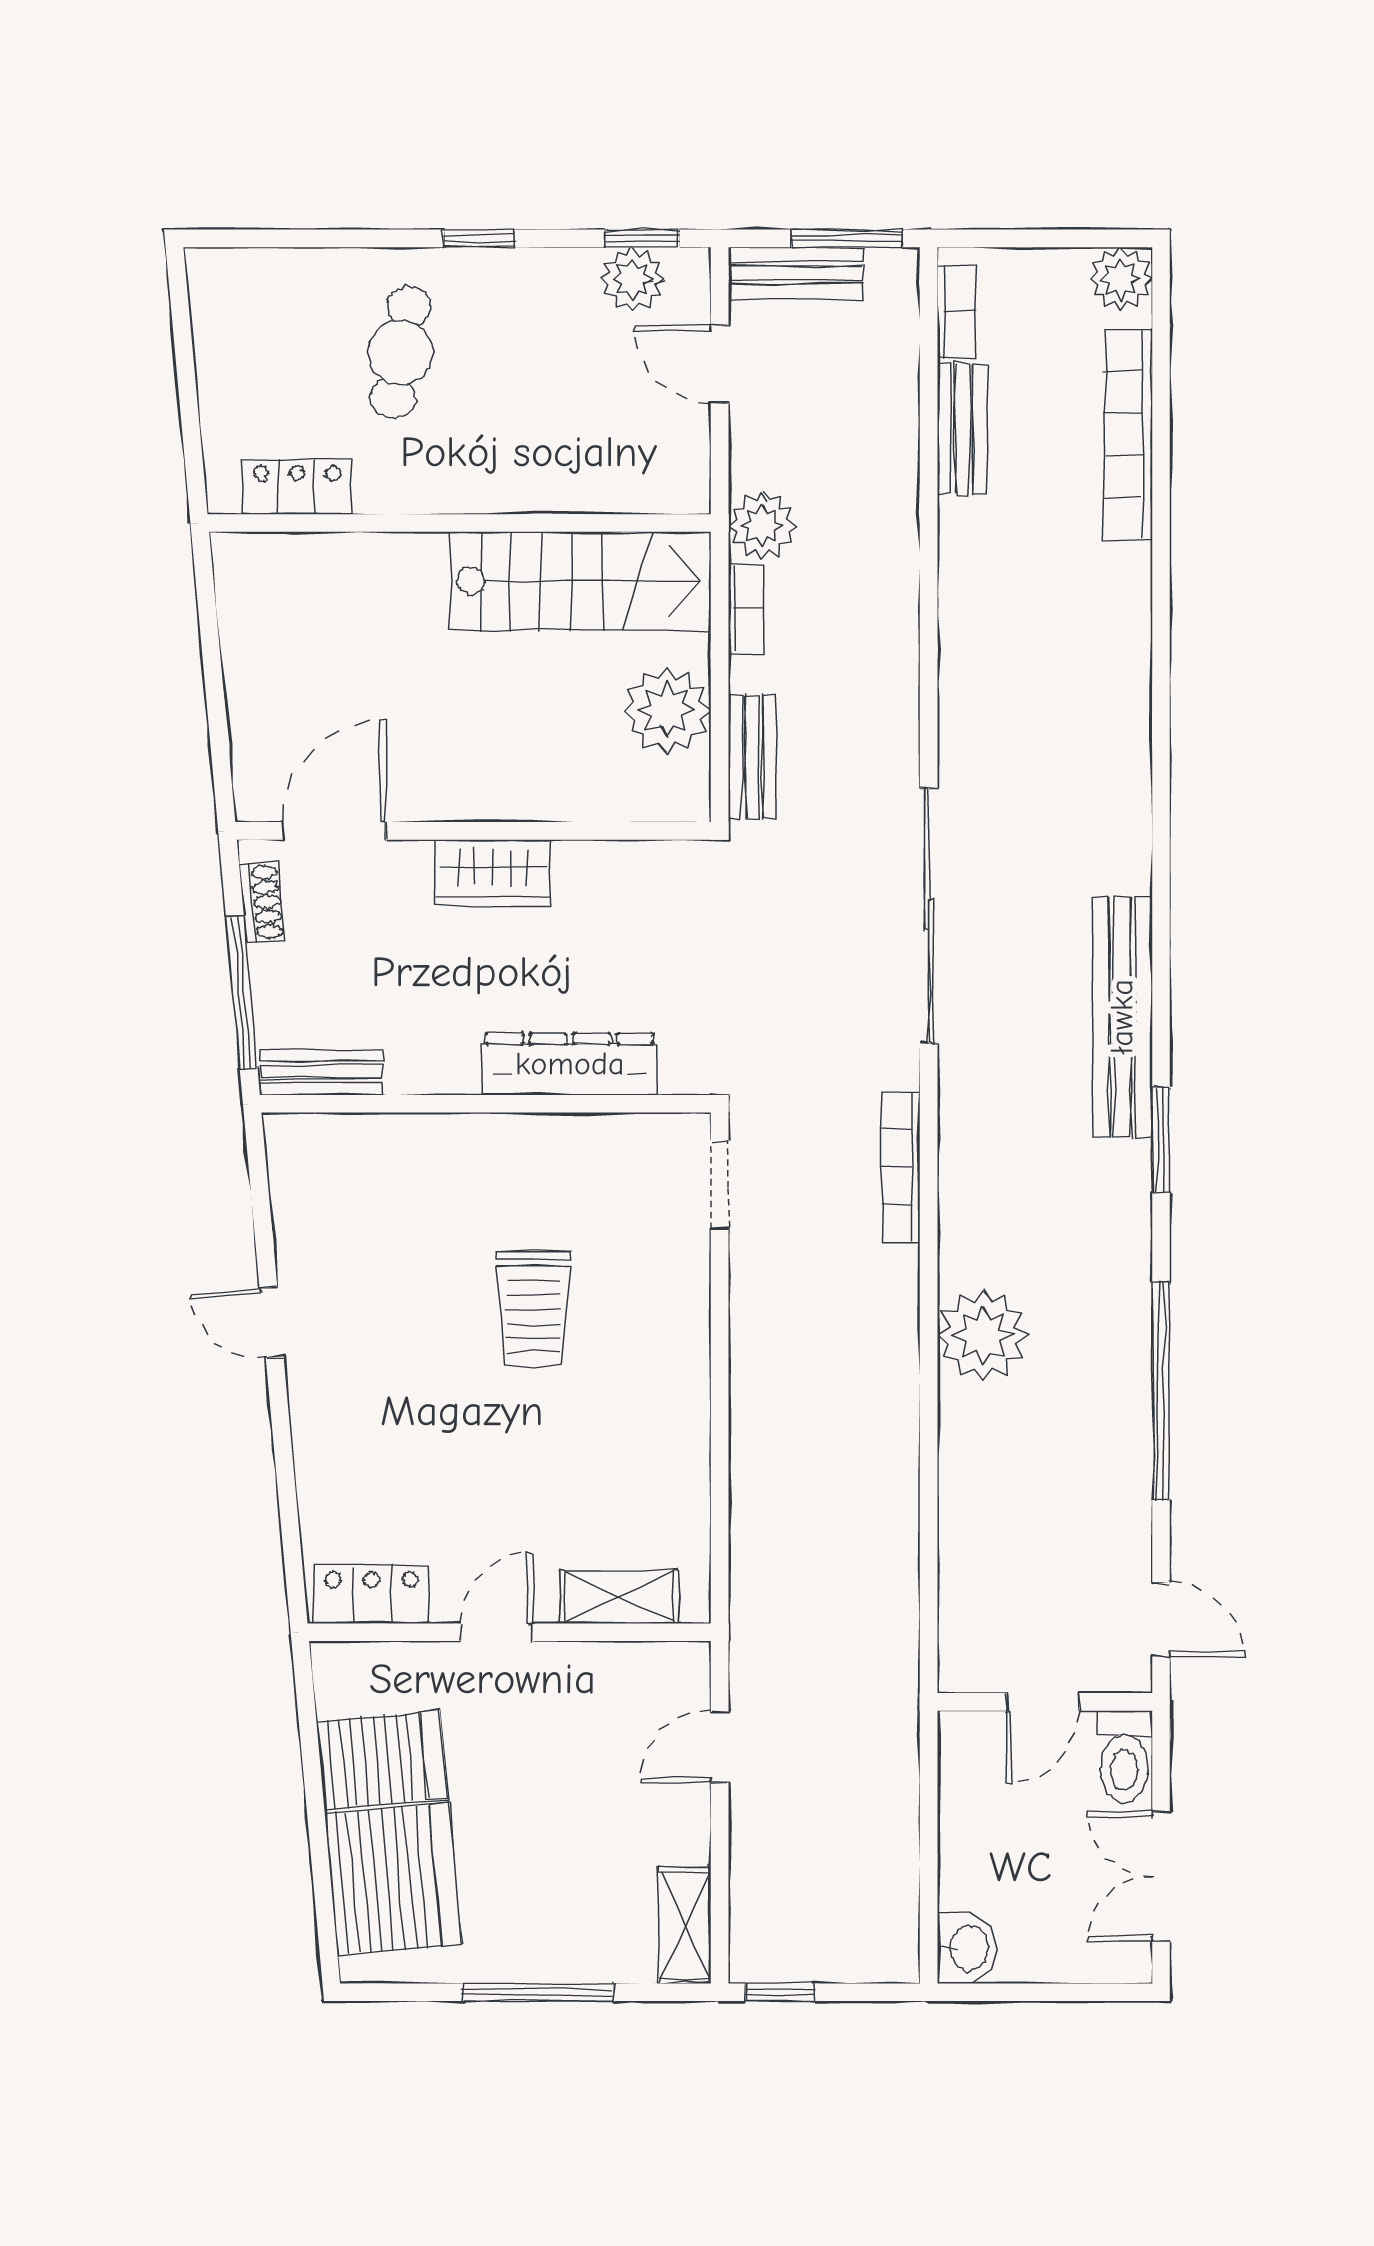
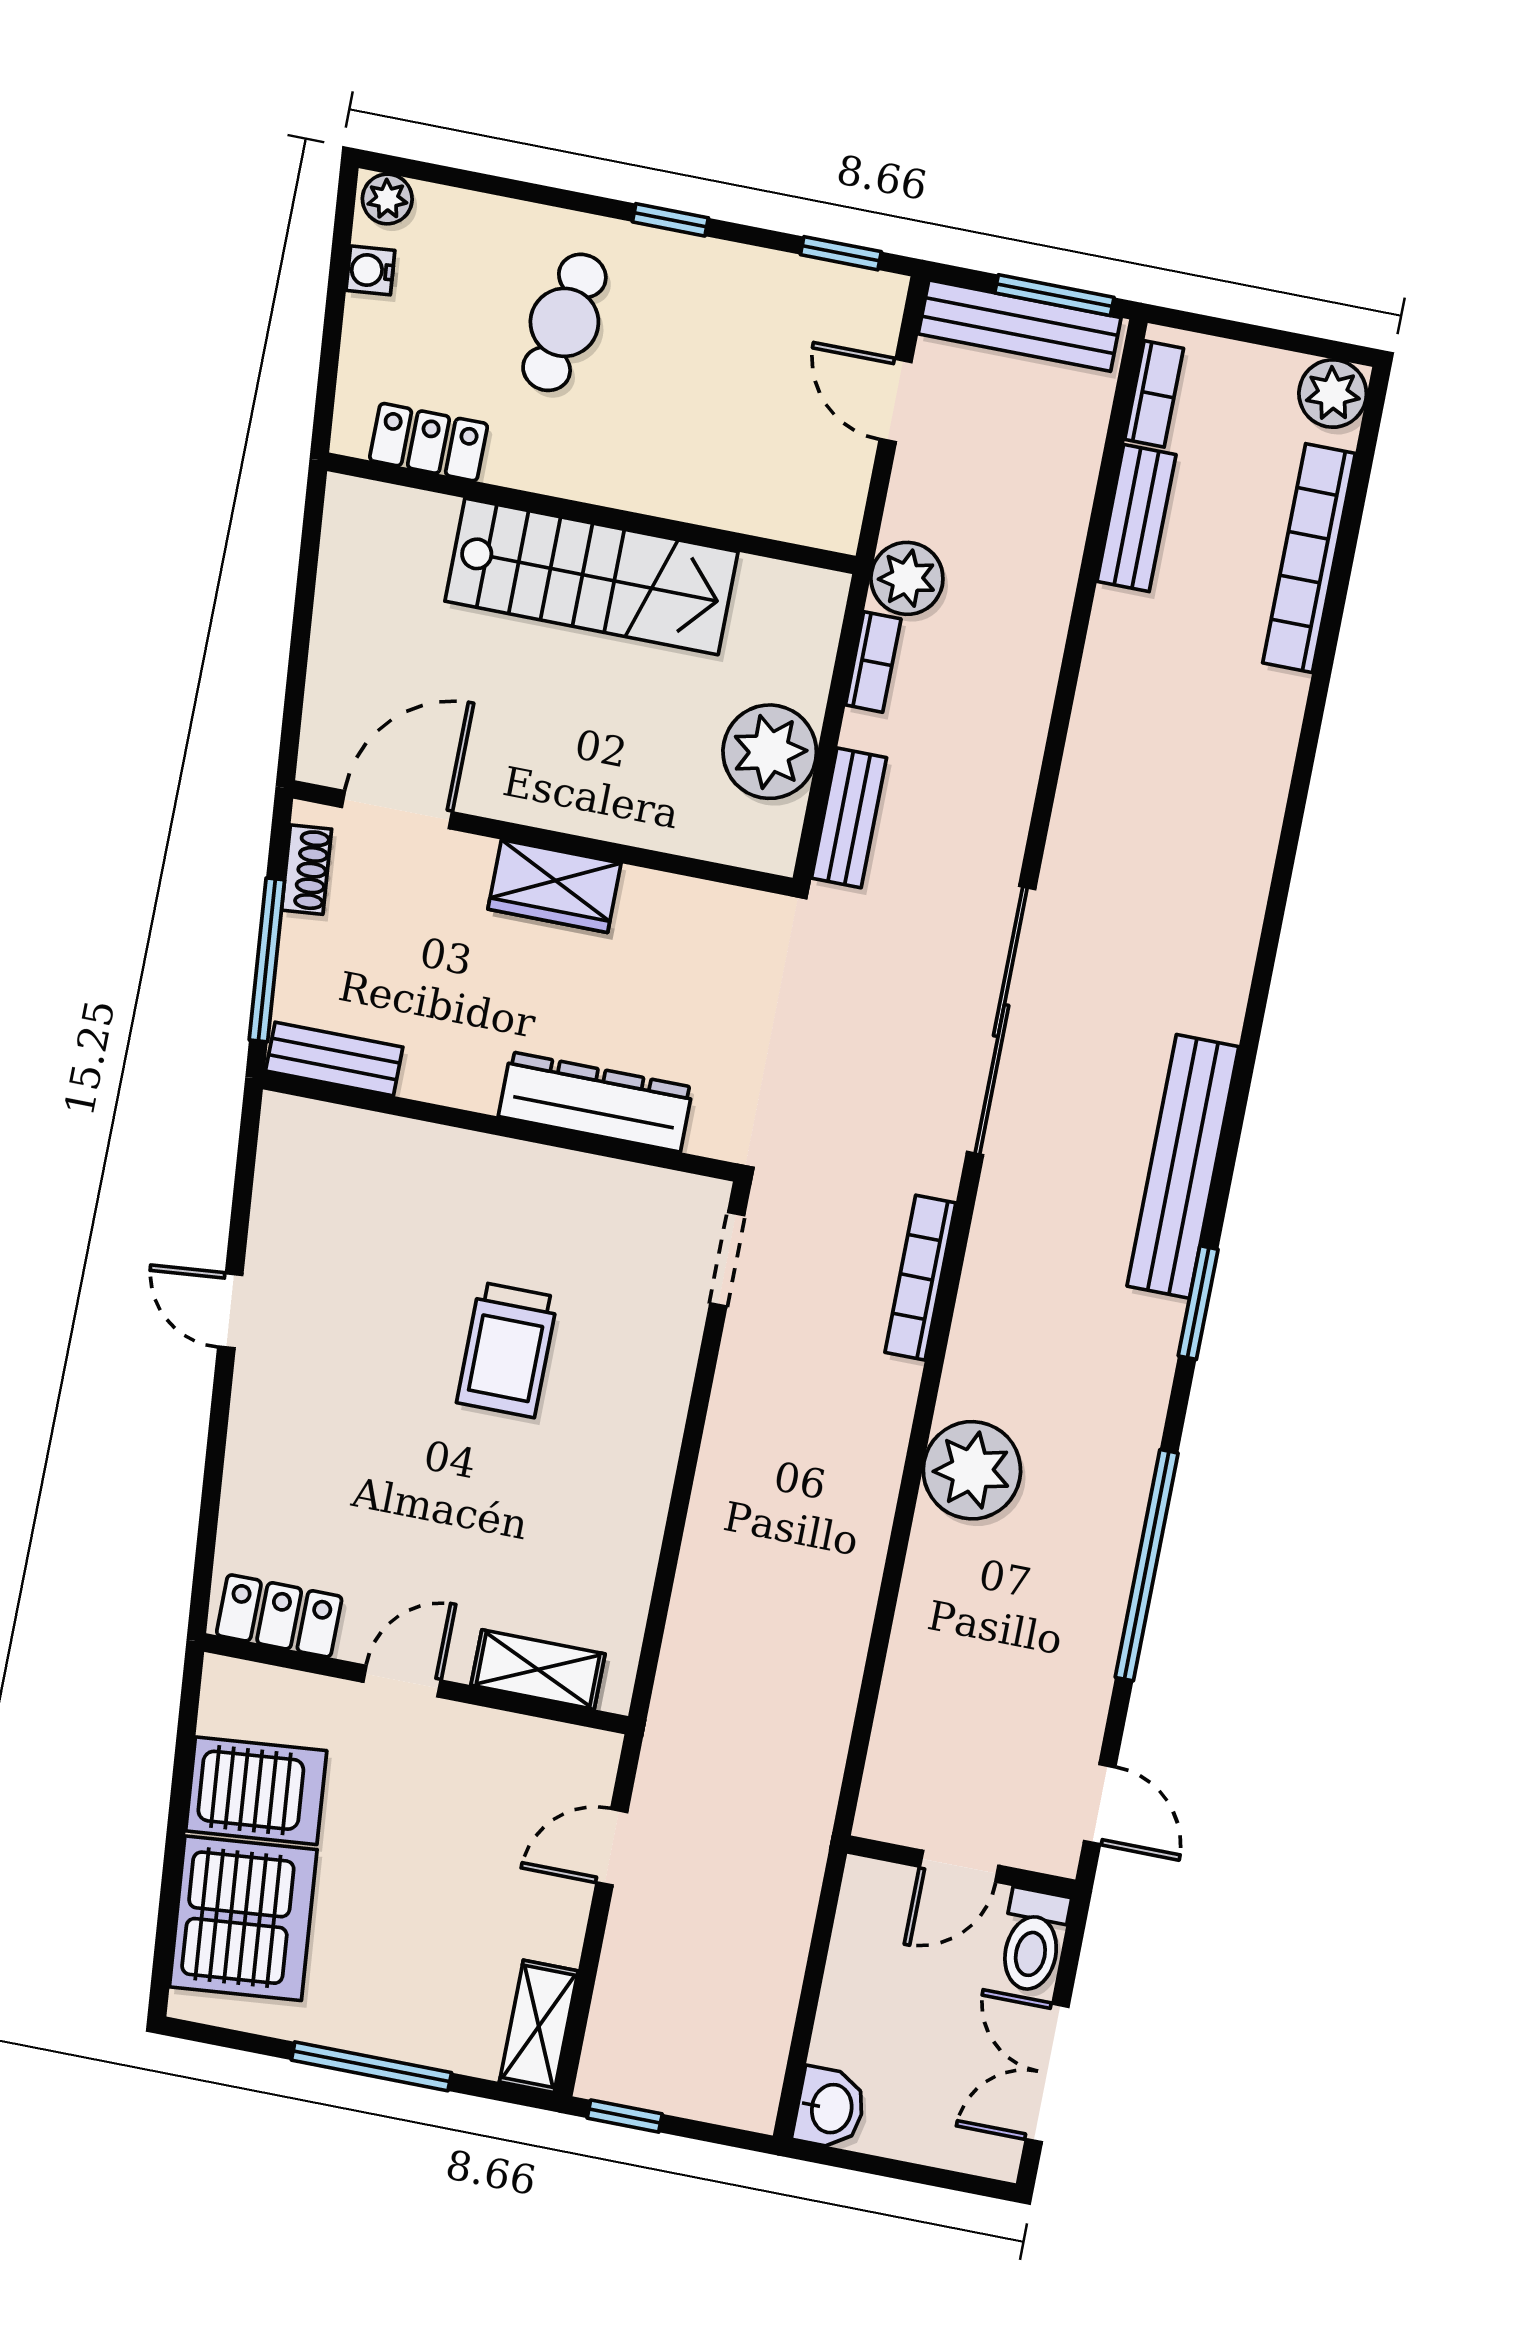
bench: (796, 273) -> (1020, 326), width x1.36
plant: (632, 279) -> (387, 199), moved, width x0.73, depth x0.73
water cooler: (213, 339) -> (370, 270), added
stairs: (580, 581) -> (592, 576), moved

